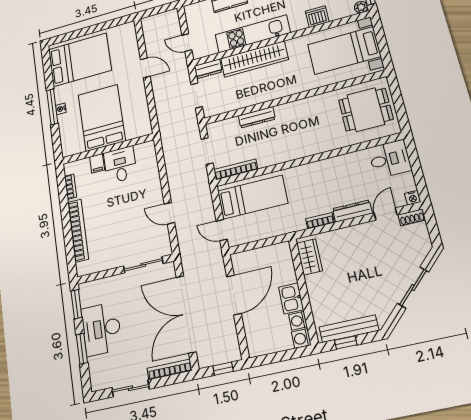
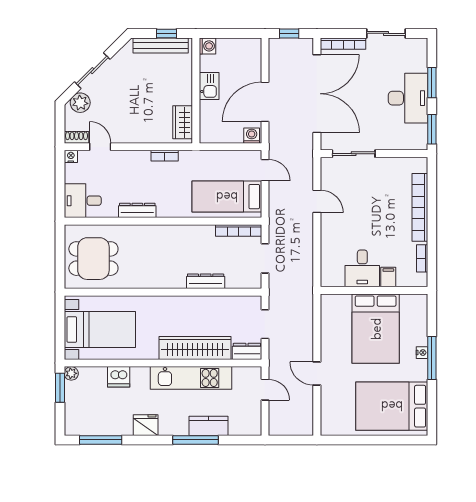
dresser: (352, 211) -> (137, 210), moved, turned 180
door: (386, 214) -> (100, 147), swing flipped
plant: (417, 252) -> (80, 103), added
washing machine: (298, 321) -> (252, 136), moved, turned -90

